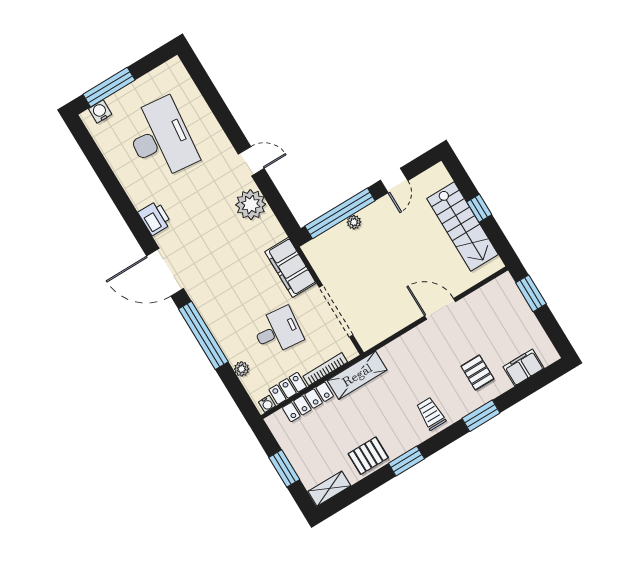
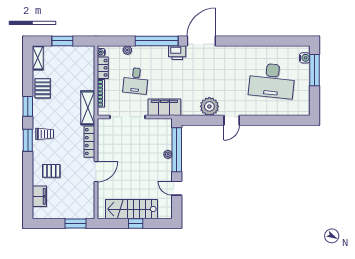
printer: (155, 218) -> (177, 53), moved
locker: (308, 402) -> (89, 142), moved
window: (481, 416) -> (28, 140), moved

